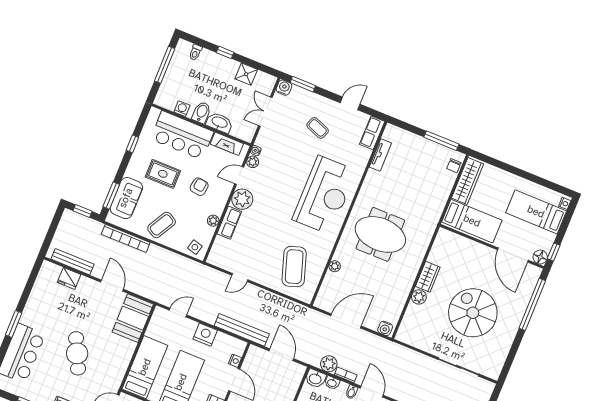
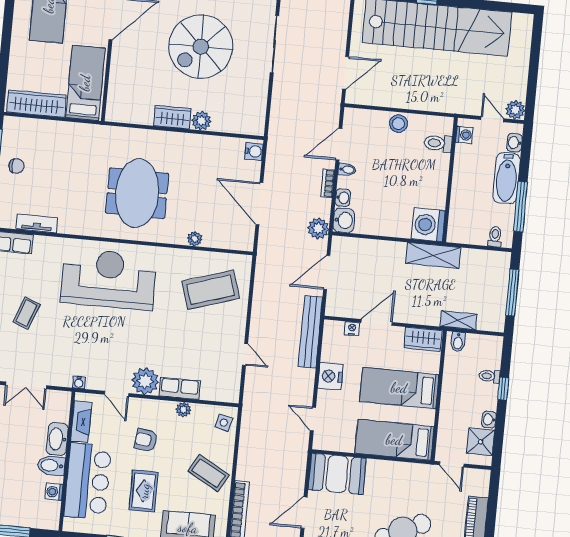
plant: (253, 162) -> (94, 382), removed
chair: (454, 166) -> (16, 166), moved
plant: (329, 364) -> (318, 228), moved

